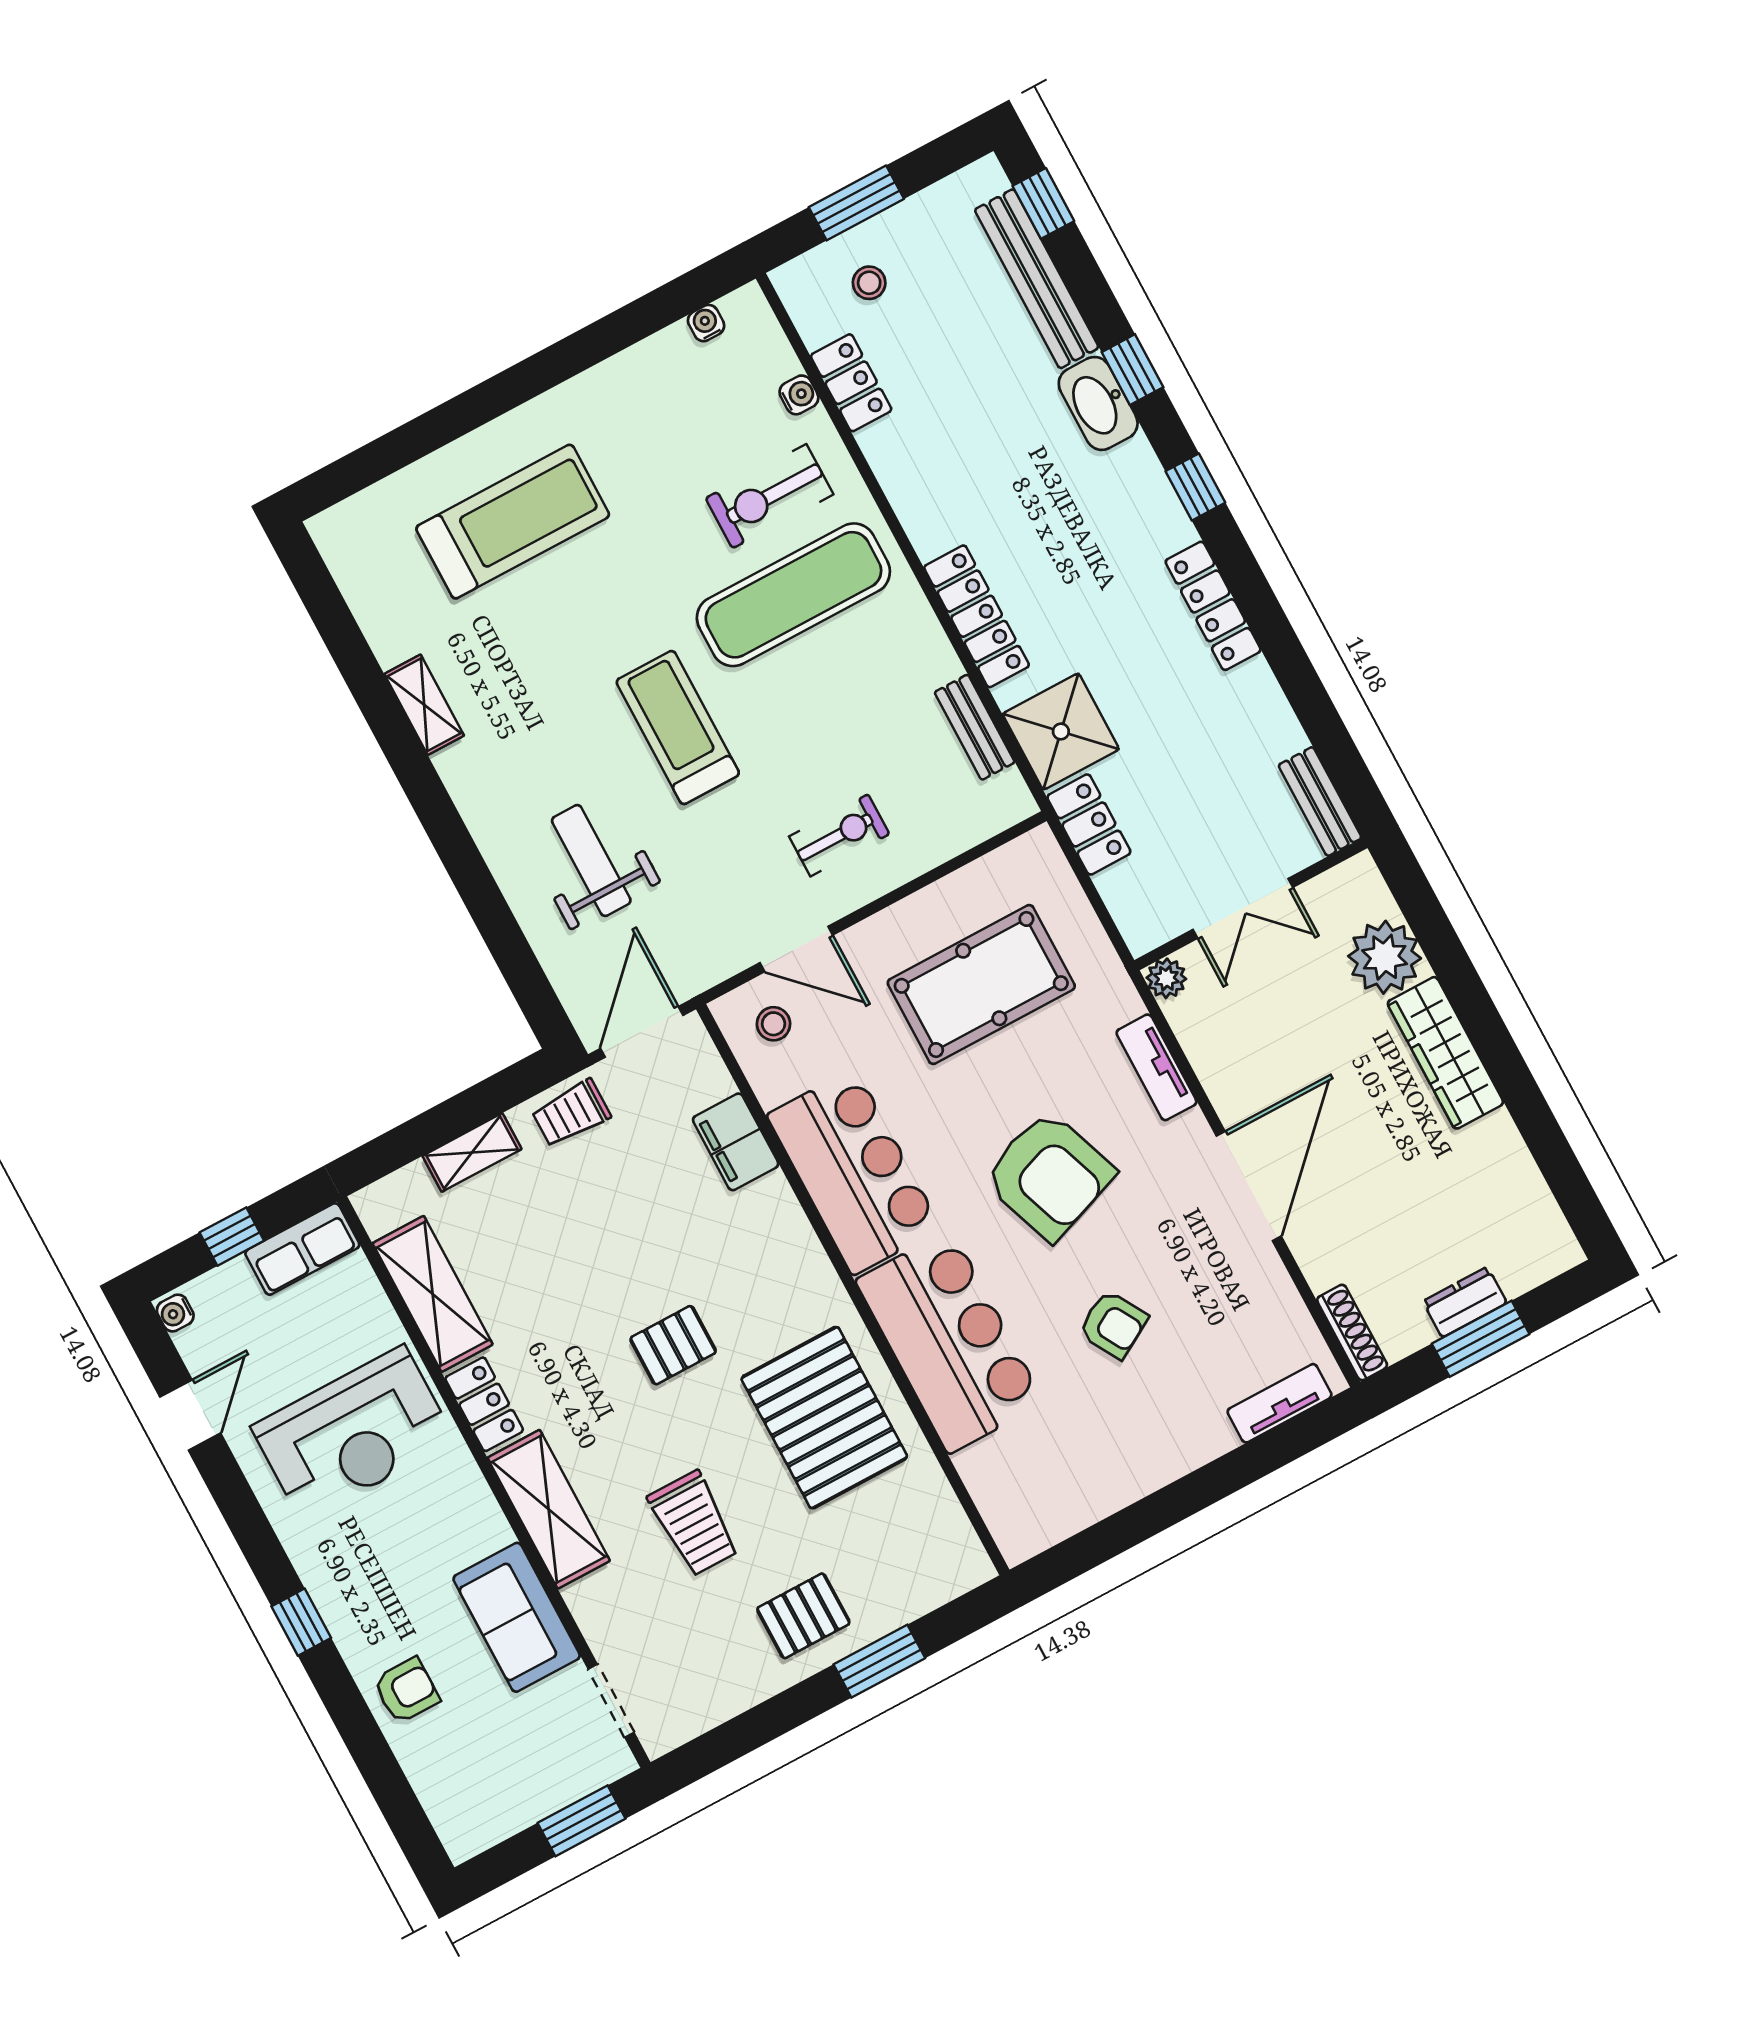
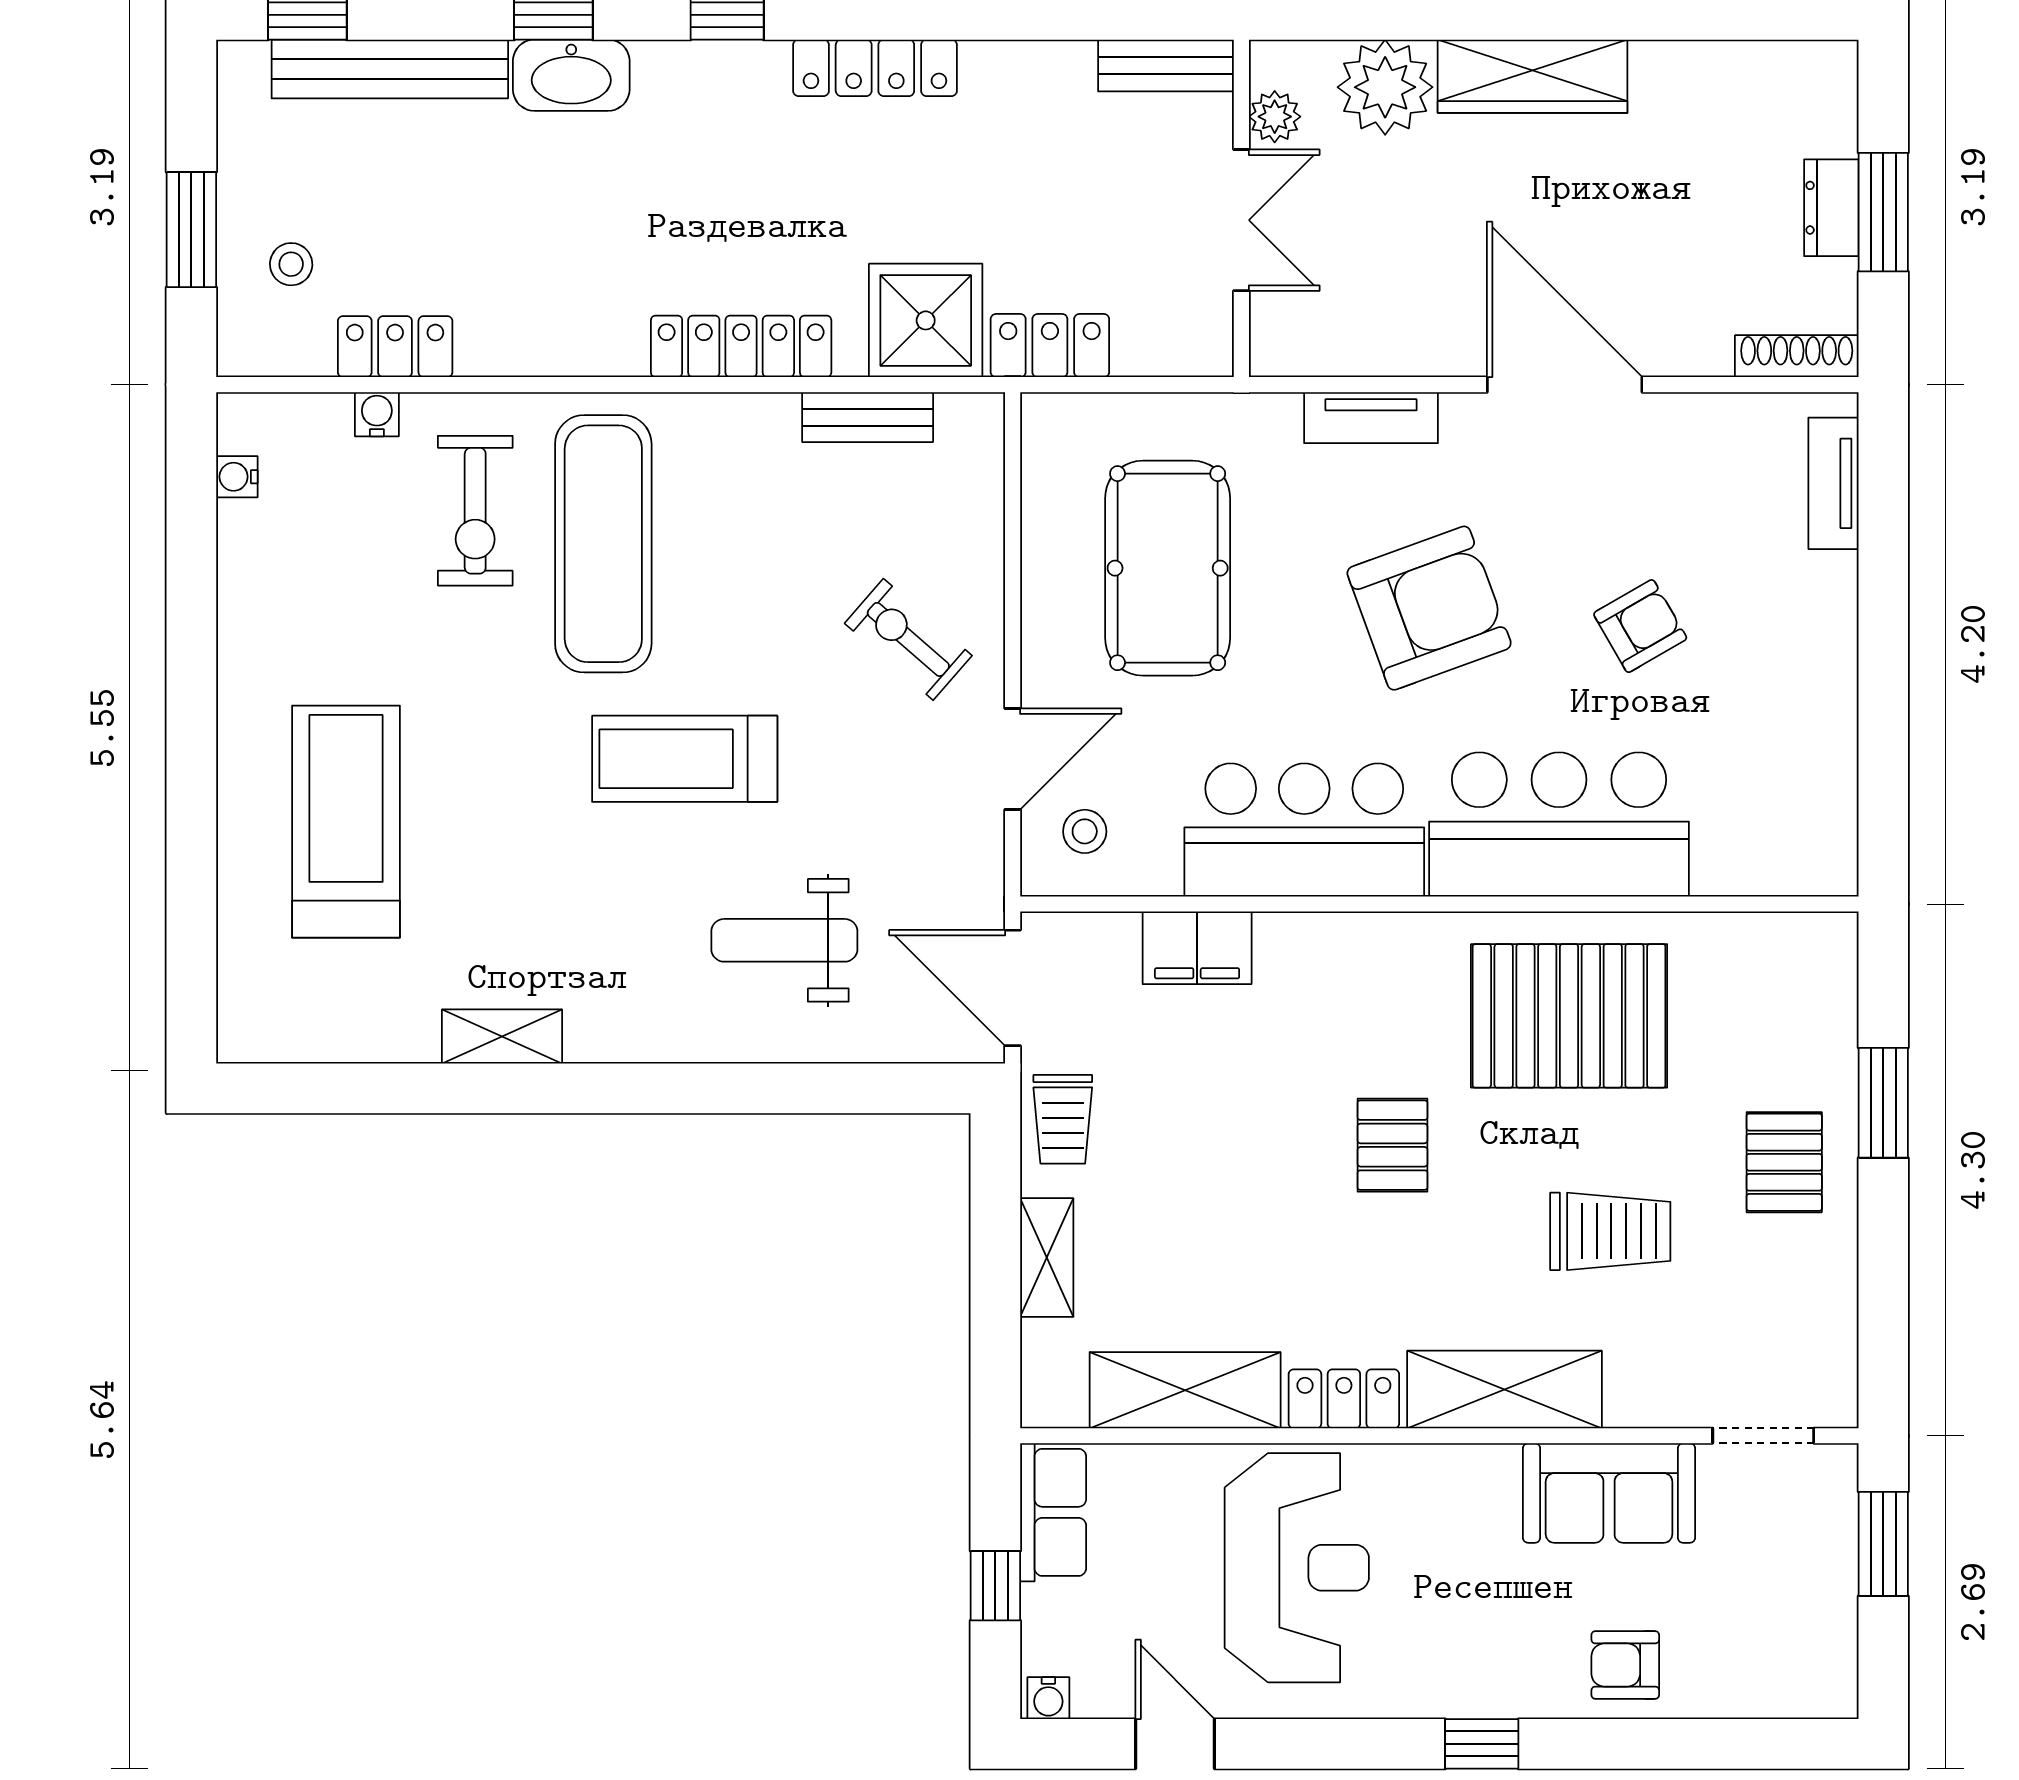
exercise bike: (839, 835) -> (908, 639), turned -49
plant: (1166, 978) -> (1275, 117), moved
armchair: (406, 1690) -> (1625, 1665), turned -90

